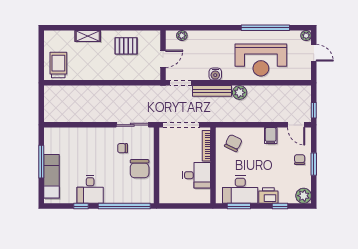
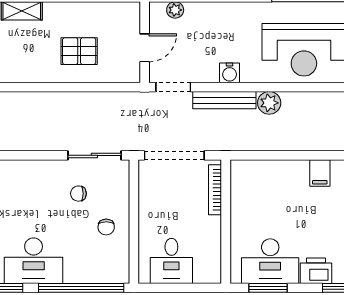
pallet: (126, 46) -> (79, 51), moved
chair: (233, 143) -> (259, 185), removed
chair: (140, 169) -> (106, 227), width x0.54, depth x0.54
desk: (196, 175) -> (171, 261), moved, turned 90
desk: (90, 189) -> (34, 261), width x1.37

